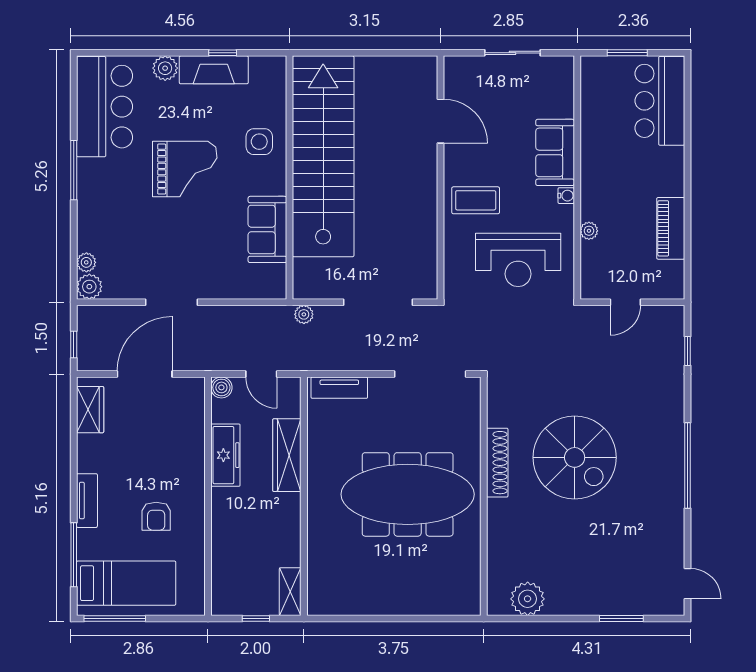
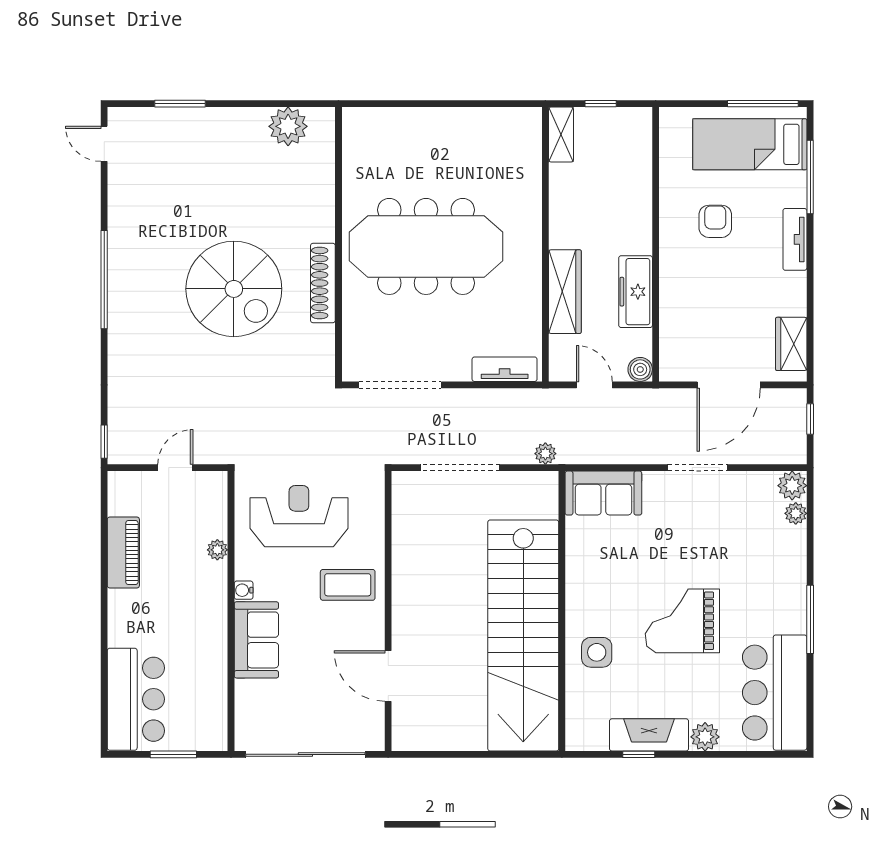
sliding door: (512, 53) -> (305, 754), width x1.86
sofa: (267, 229) -> (603, 493), moved, turned 90
window: (687, 351) -> (104, 442), moved
spiral stairs: (575, 457) -> (234, 289), turned 180

